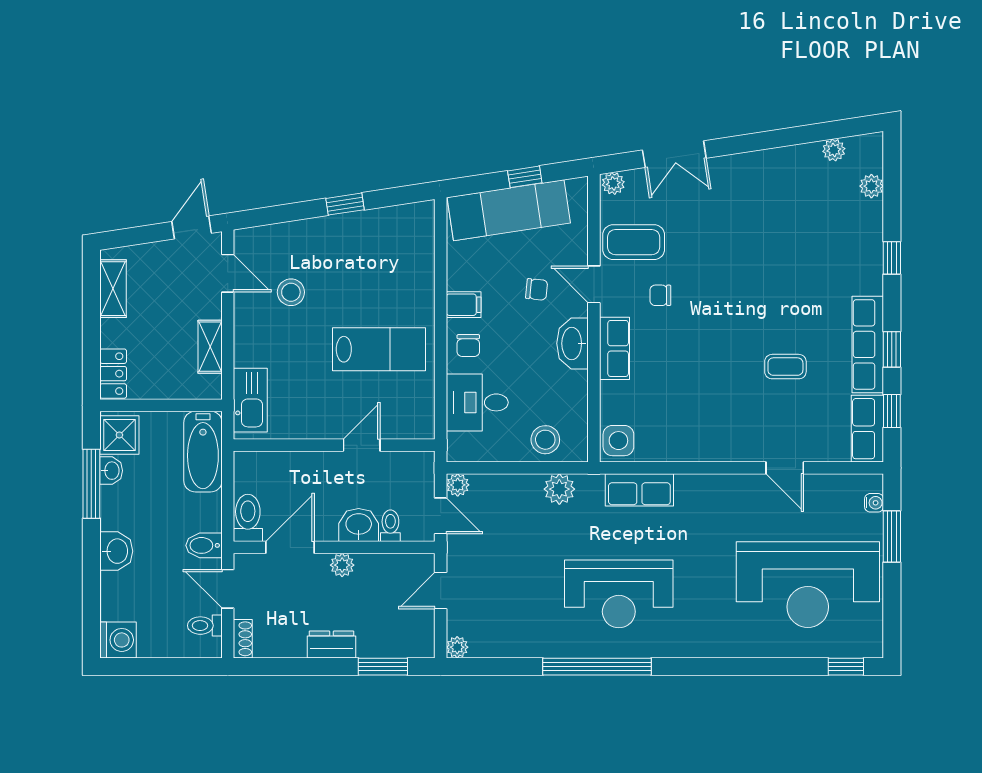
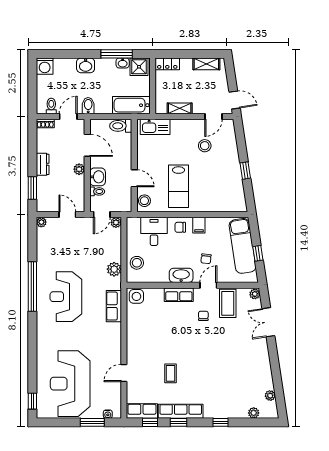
stool: (410, 423) -> (144, 201), added
toilet: (248, 518) -> (121, 126), moved, turned 180

